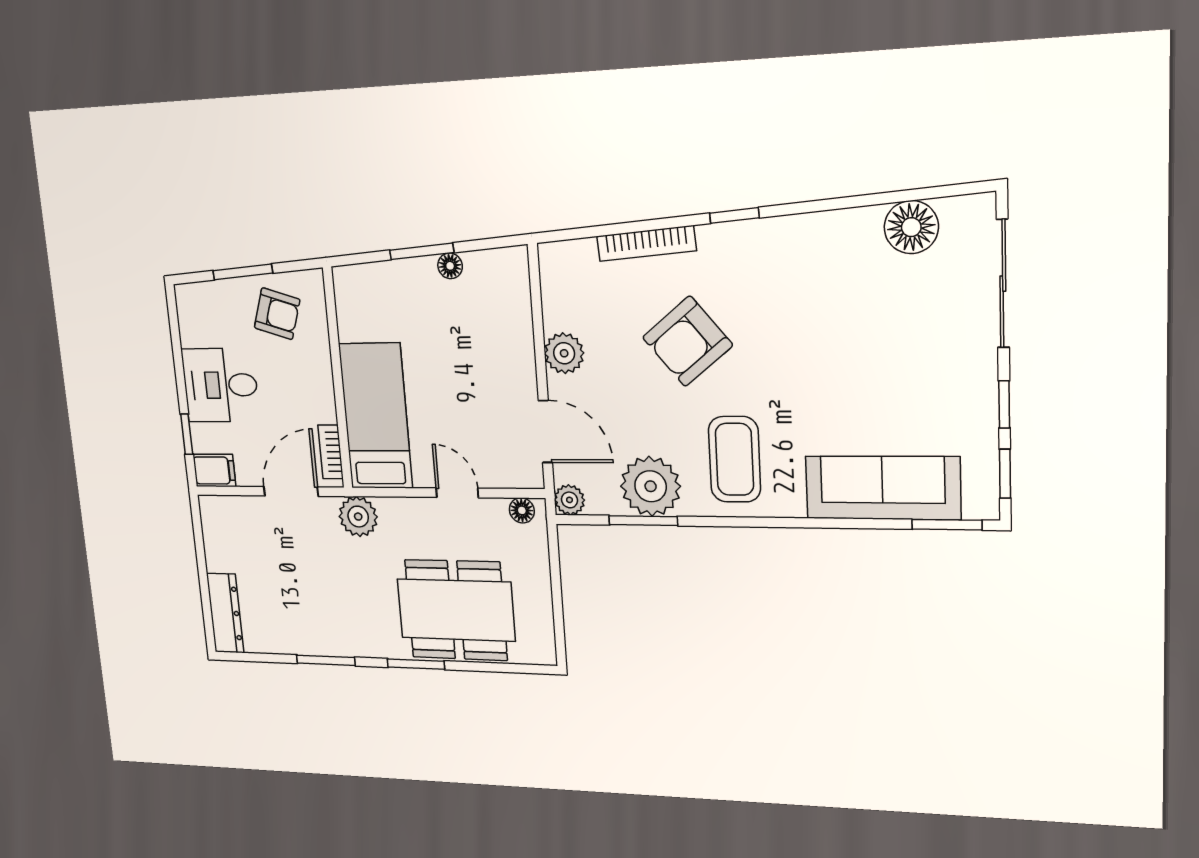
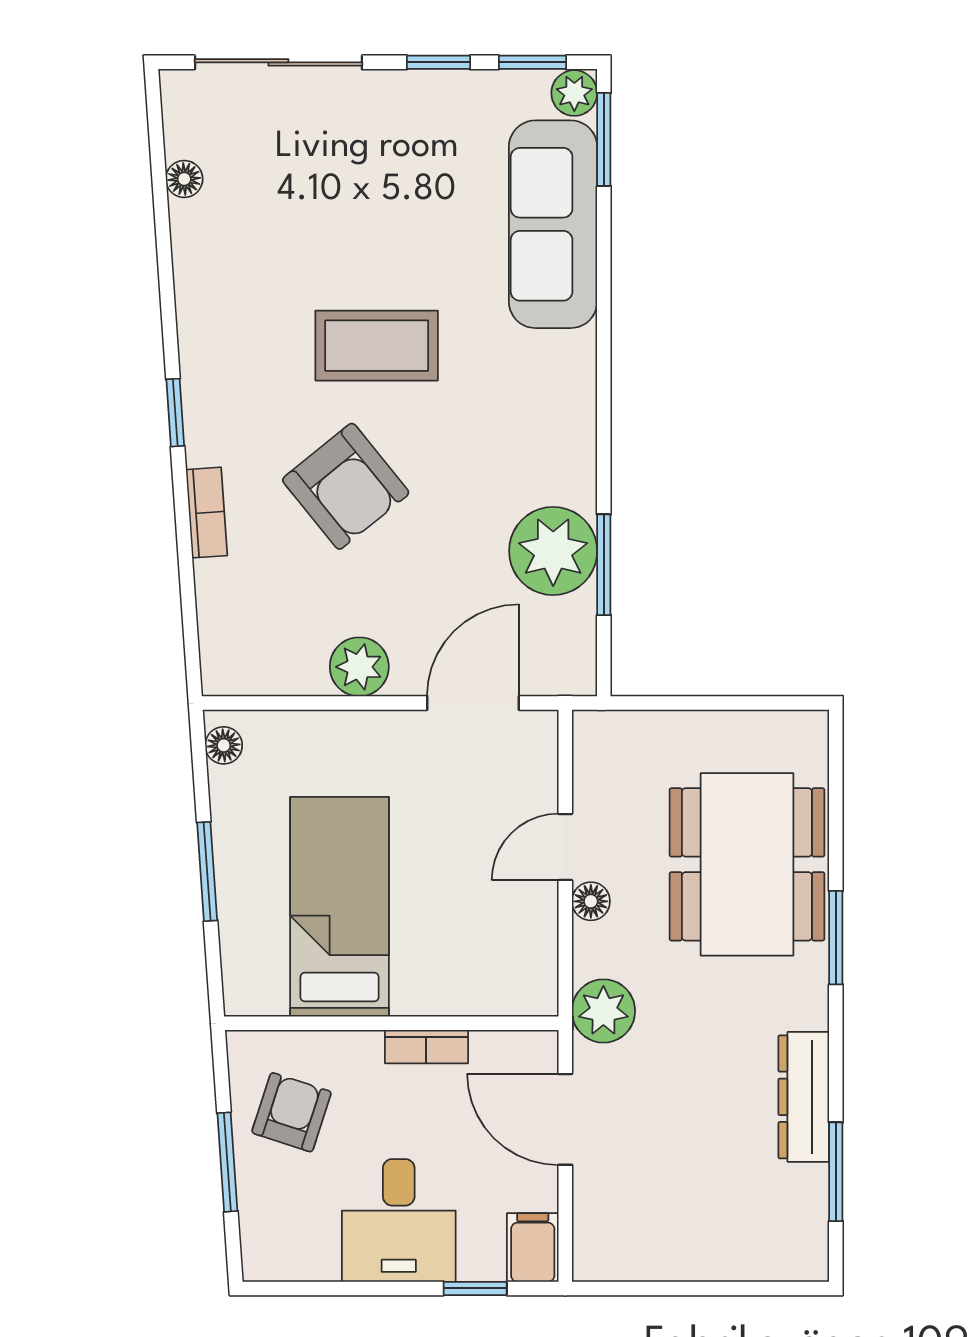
floor lamp: (911, 227) -> (184, 179), width x0.53, depth x0.53
bookcase: (646, 243) -> (207, 513), width x0.64
floor lamp: (450, 266) -> (224, 745), moved
bed: (376, 416) -> (340, 907), moved, turned 90
bookcase: (330, 452) -> (426, 1047), moved
coffee table: (734, 459) -> (377, 346), moved
plant: (569, 500) -> (574, 93), moved
floor lamp: (522, 510) -> (591, 901), moved
dresser: (225, 613) -> (804, 1097), moved, turned -90
window: (326, 660) -> (836, 1172), moved

